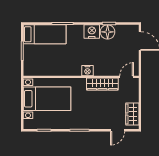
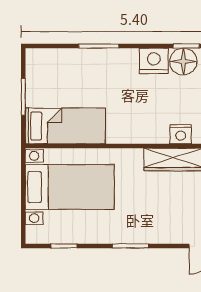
bed: (45, 34) -> (65, 126), moved
nightstand: (87, 71) -> (181, 134), moved

